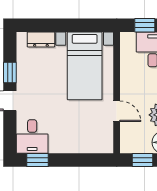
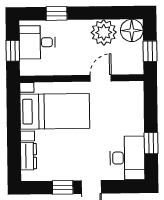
desk: (32, 136) -> (127, 158), width x1.37
window: (37, 160) -> (151, 143), moved

